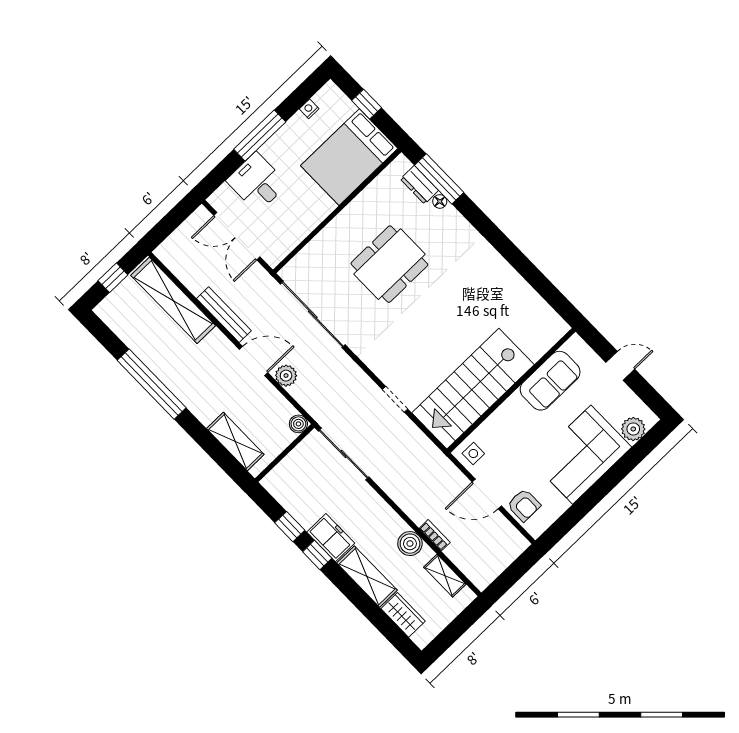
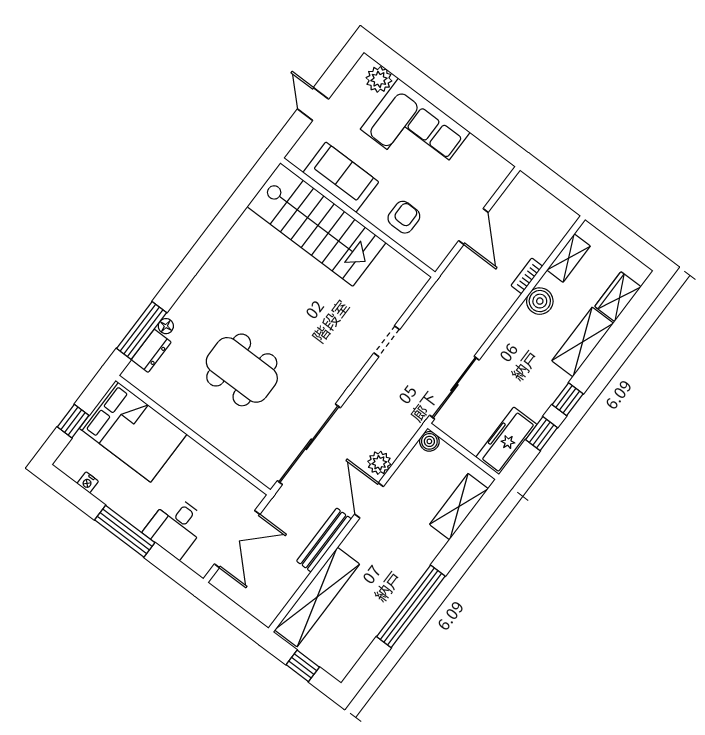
stairs: (473, 389) -> (317, 224), moved
side table: (473, 454) -> (432, 248), removed
armchair: (524, 505) -> (404, 217), moved
freezer: (331, 538) -> (506, 441), moved, width x1.40

